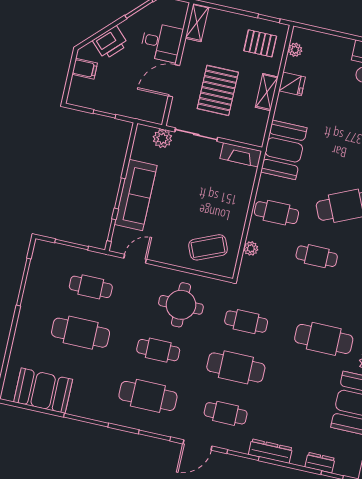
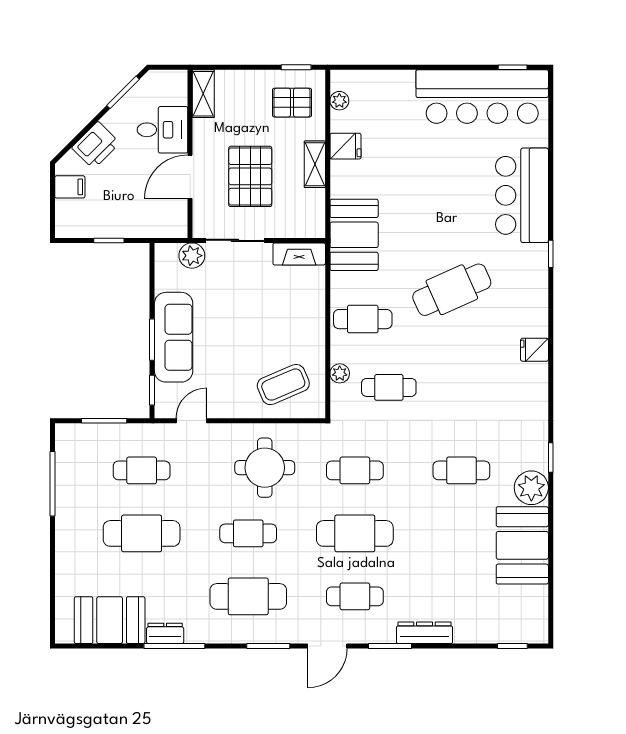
cafe table: (317, 256) -> (389, 387), moved
cafe table: (324, 339) -> (461, 470), width x0.73, depth x0.74
dresser: (320, 463) -> (165, 633), moved

